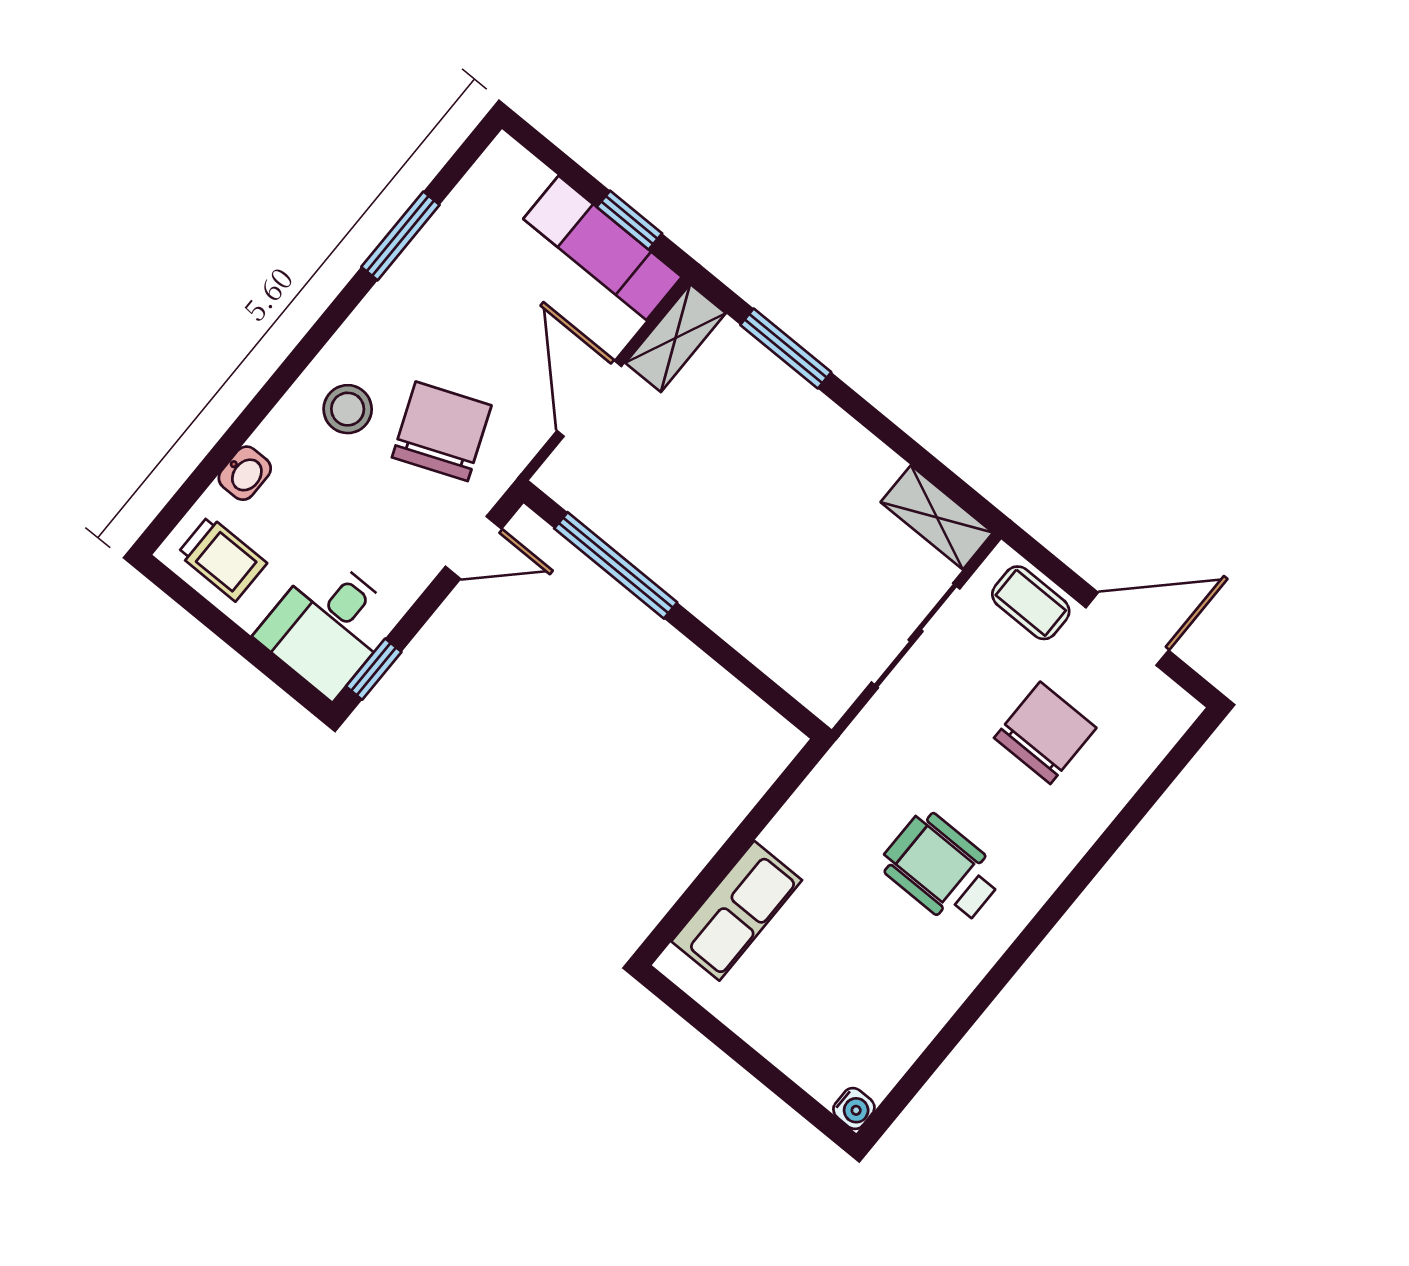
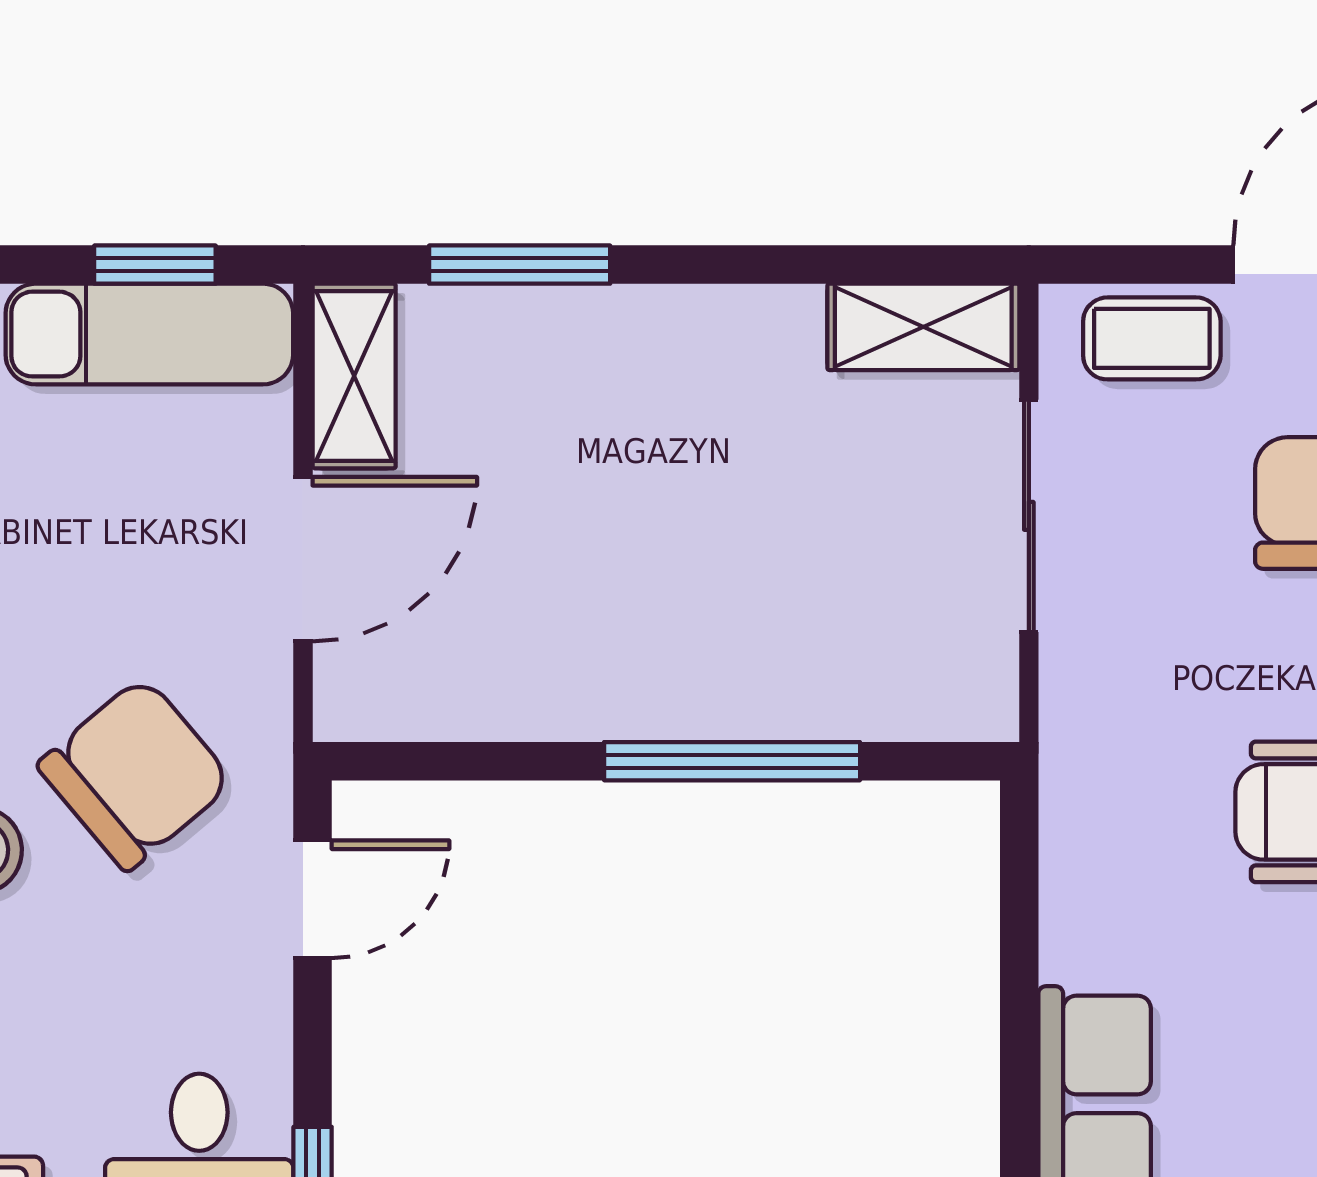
door: (589, 398) -> (303, 559), swing flipped
chair: (442, 431) -> (135, 774), turned 72
window: (616, 565) -> (732, 761), moved

